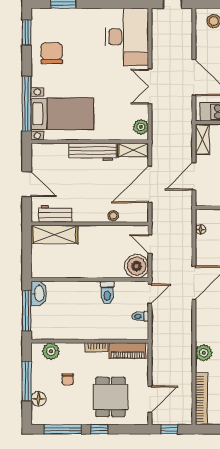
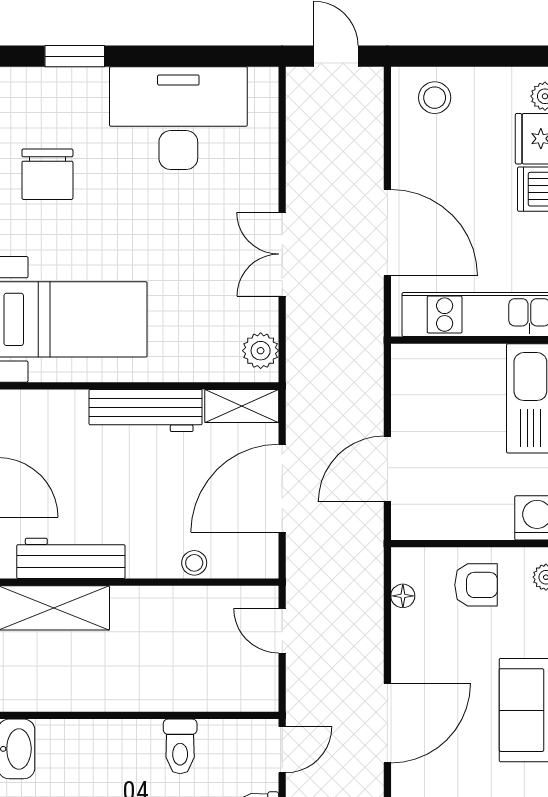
desk: (127, 37) -> (178, 118), moved, turned -90
chair: (52, 53) -> (47, 174), turned 180
shelving: (202, 139) -> (407, 381), removed
workbench: (55, 214) -> (71, 558), width x1.38
boiler: (137, 266) -> (250, 684), removed

